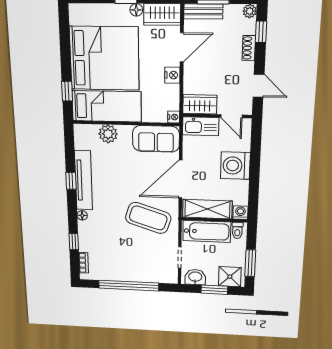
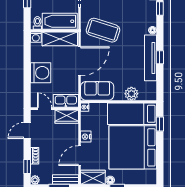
door: (259, 86) -> (27, 130), hinge flipped

